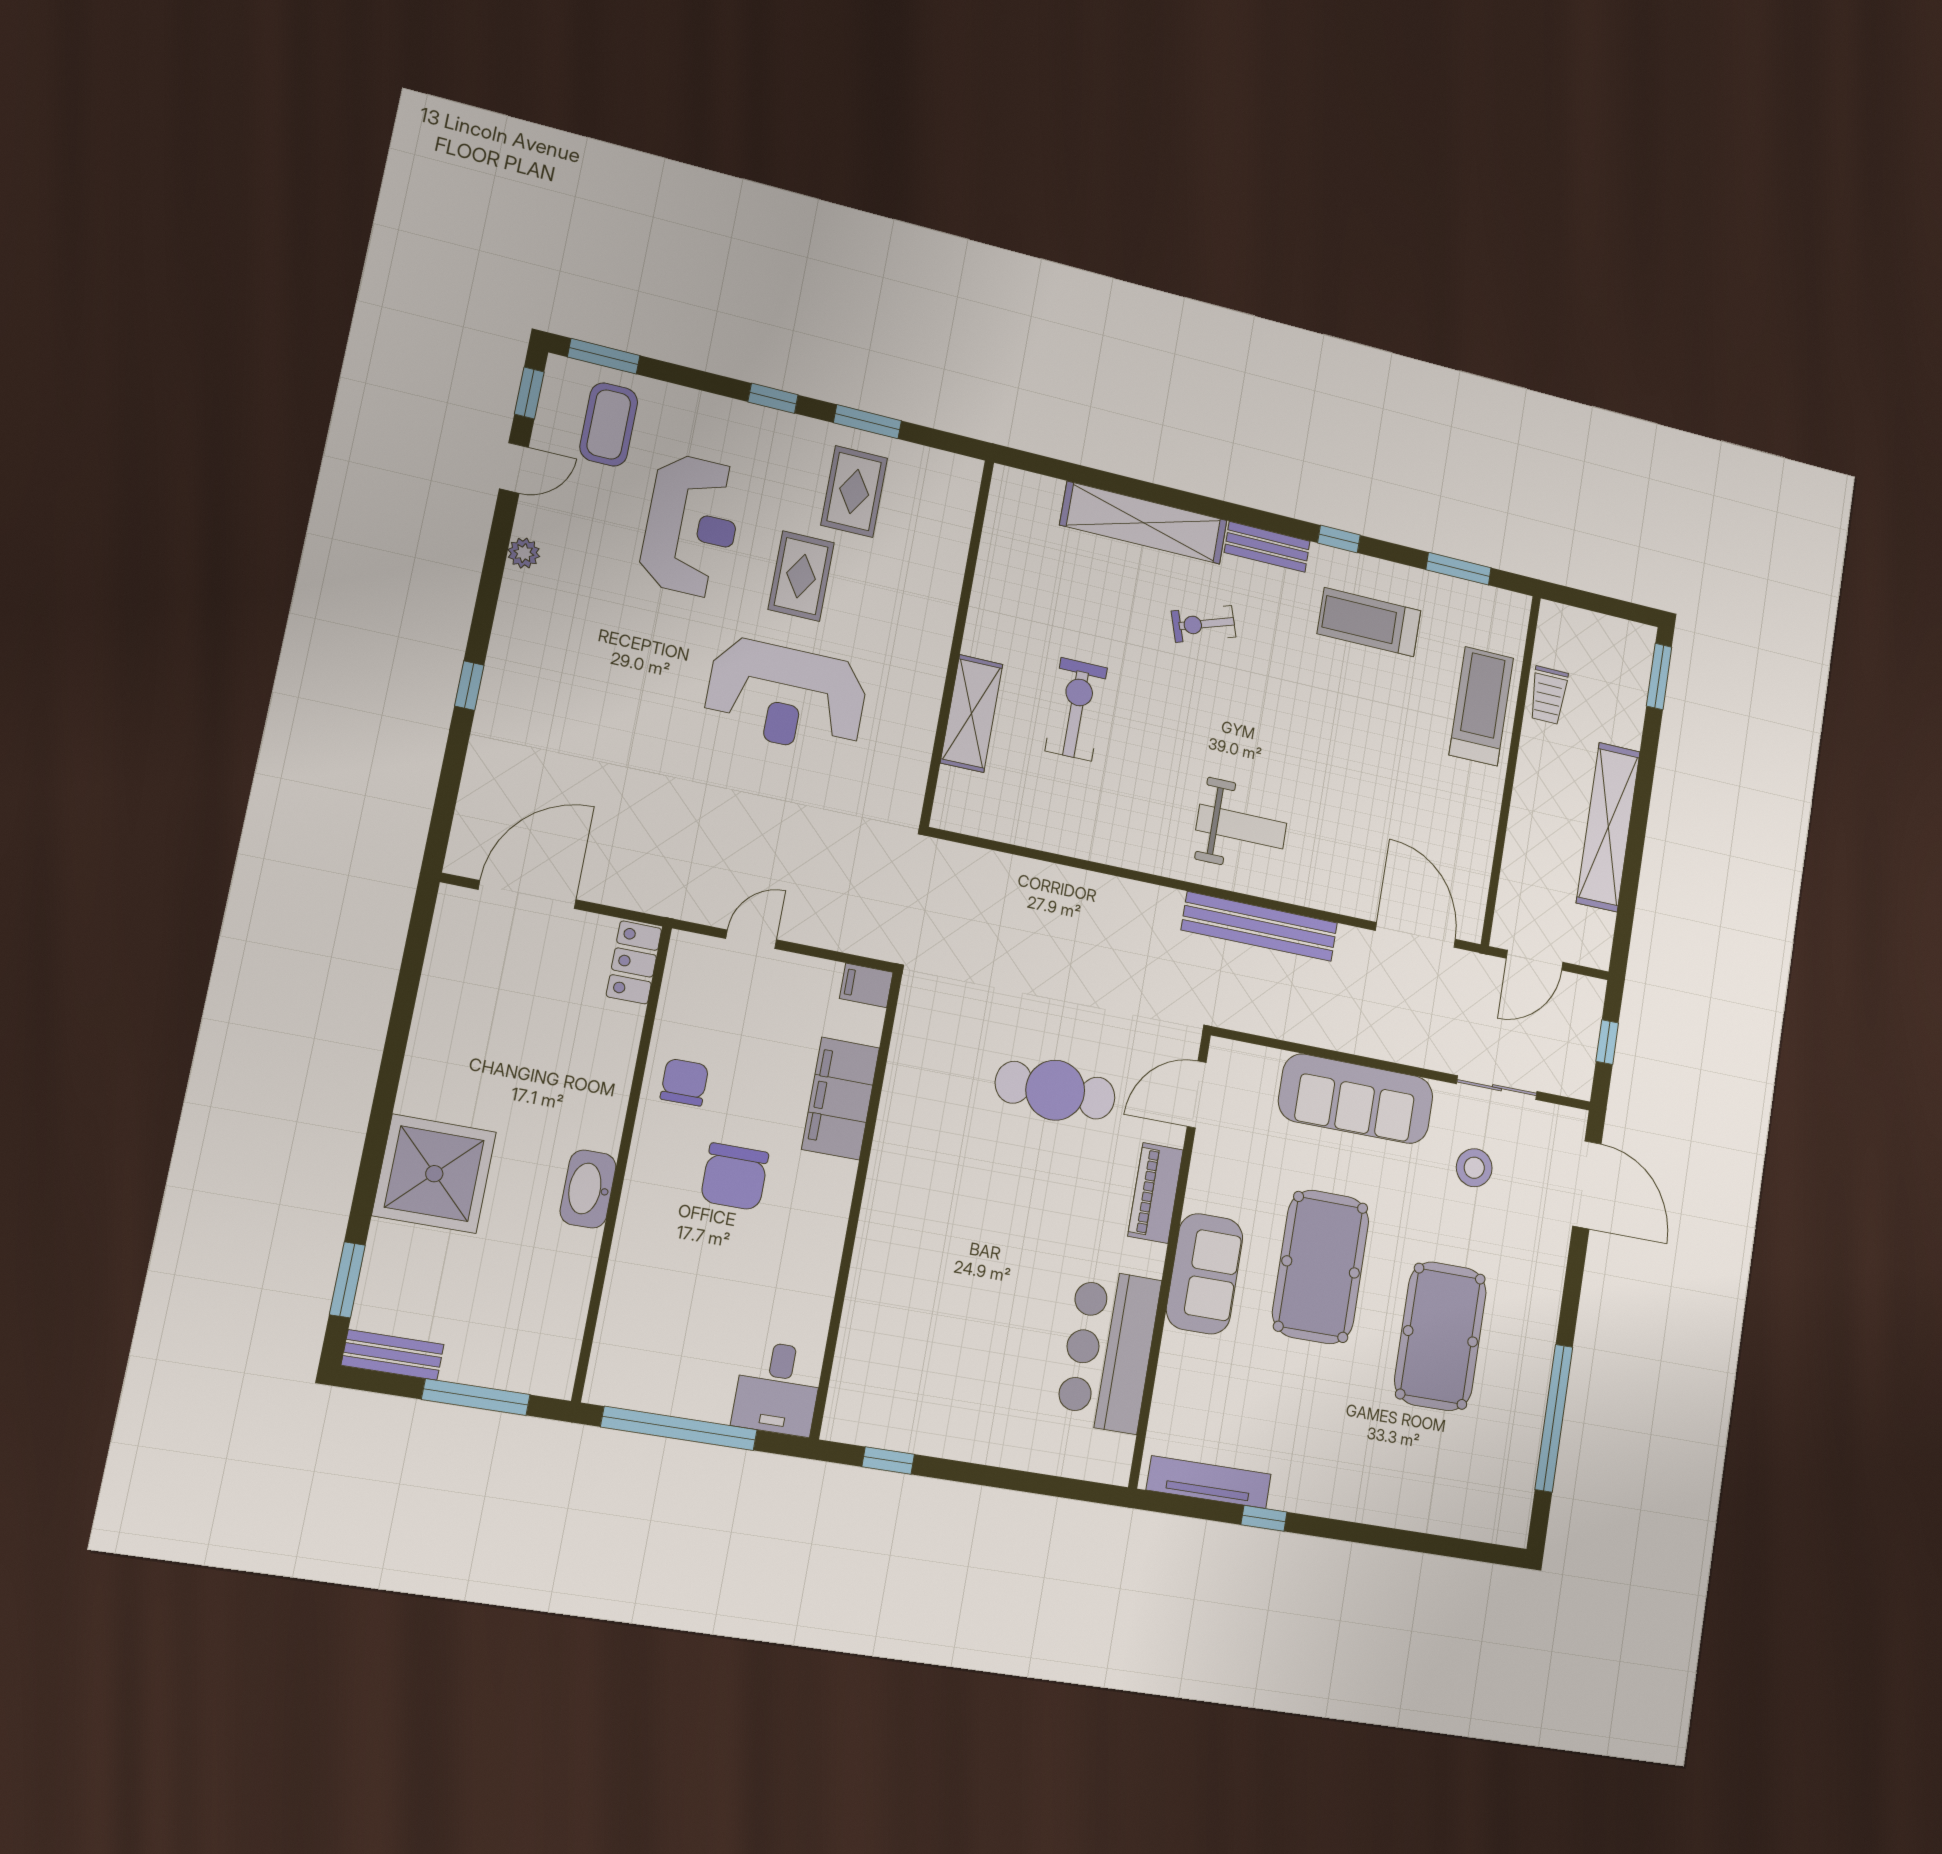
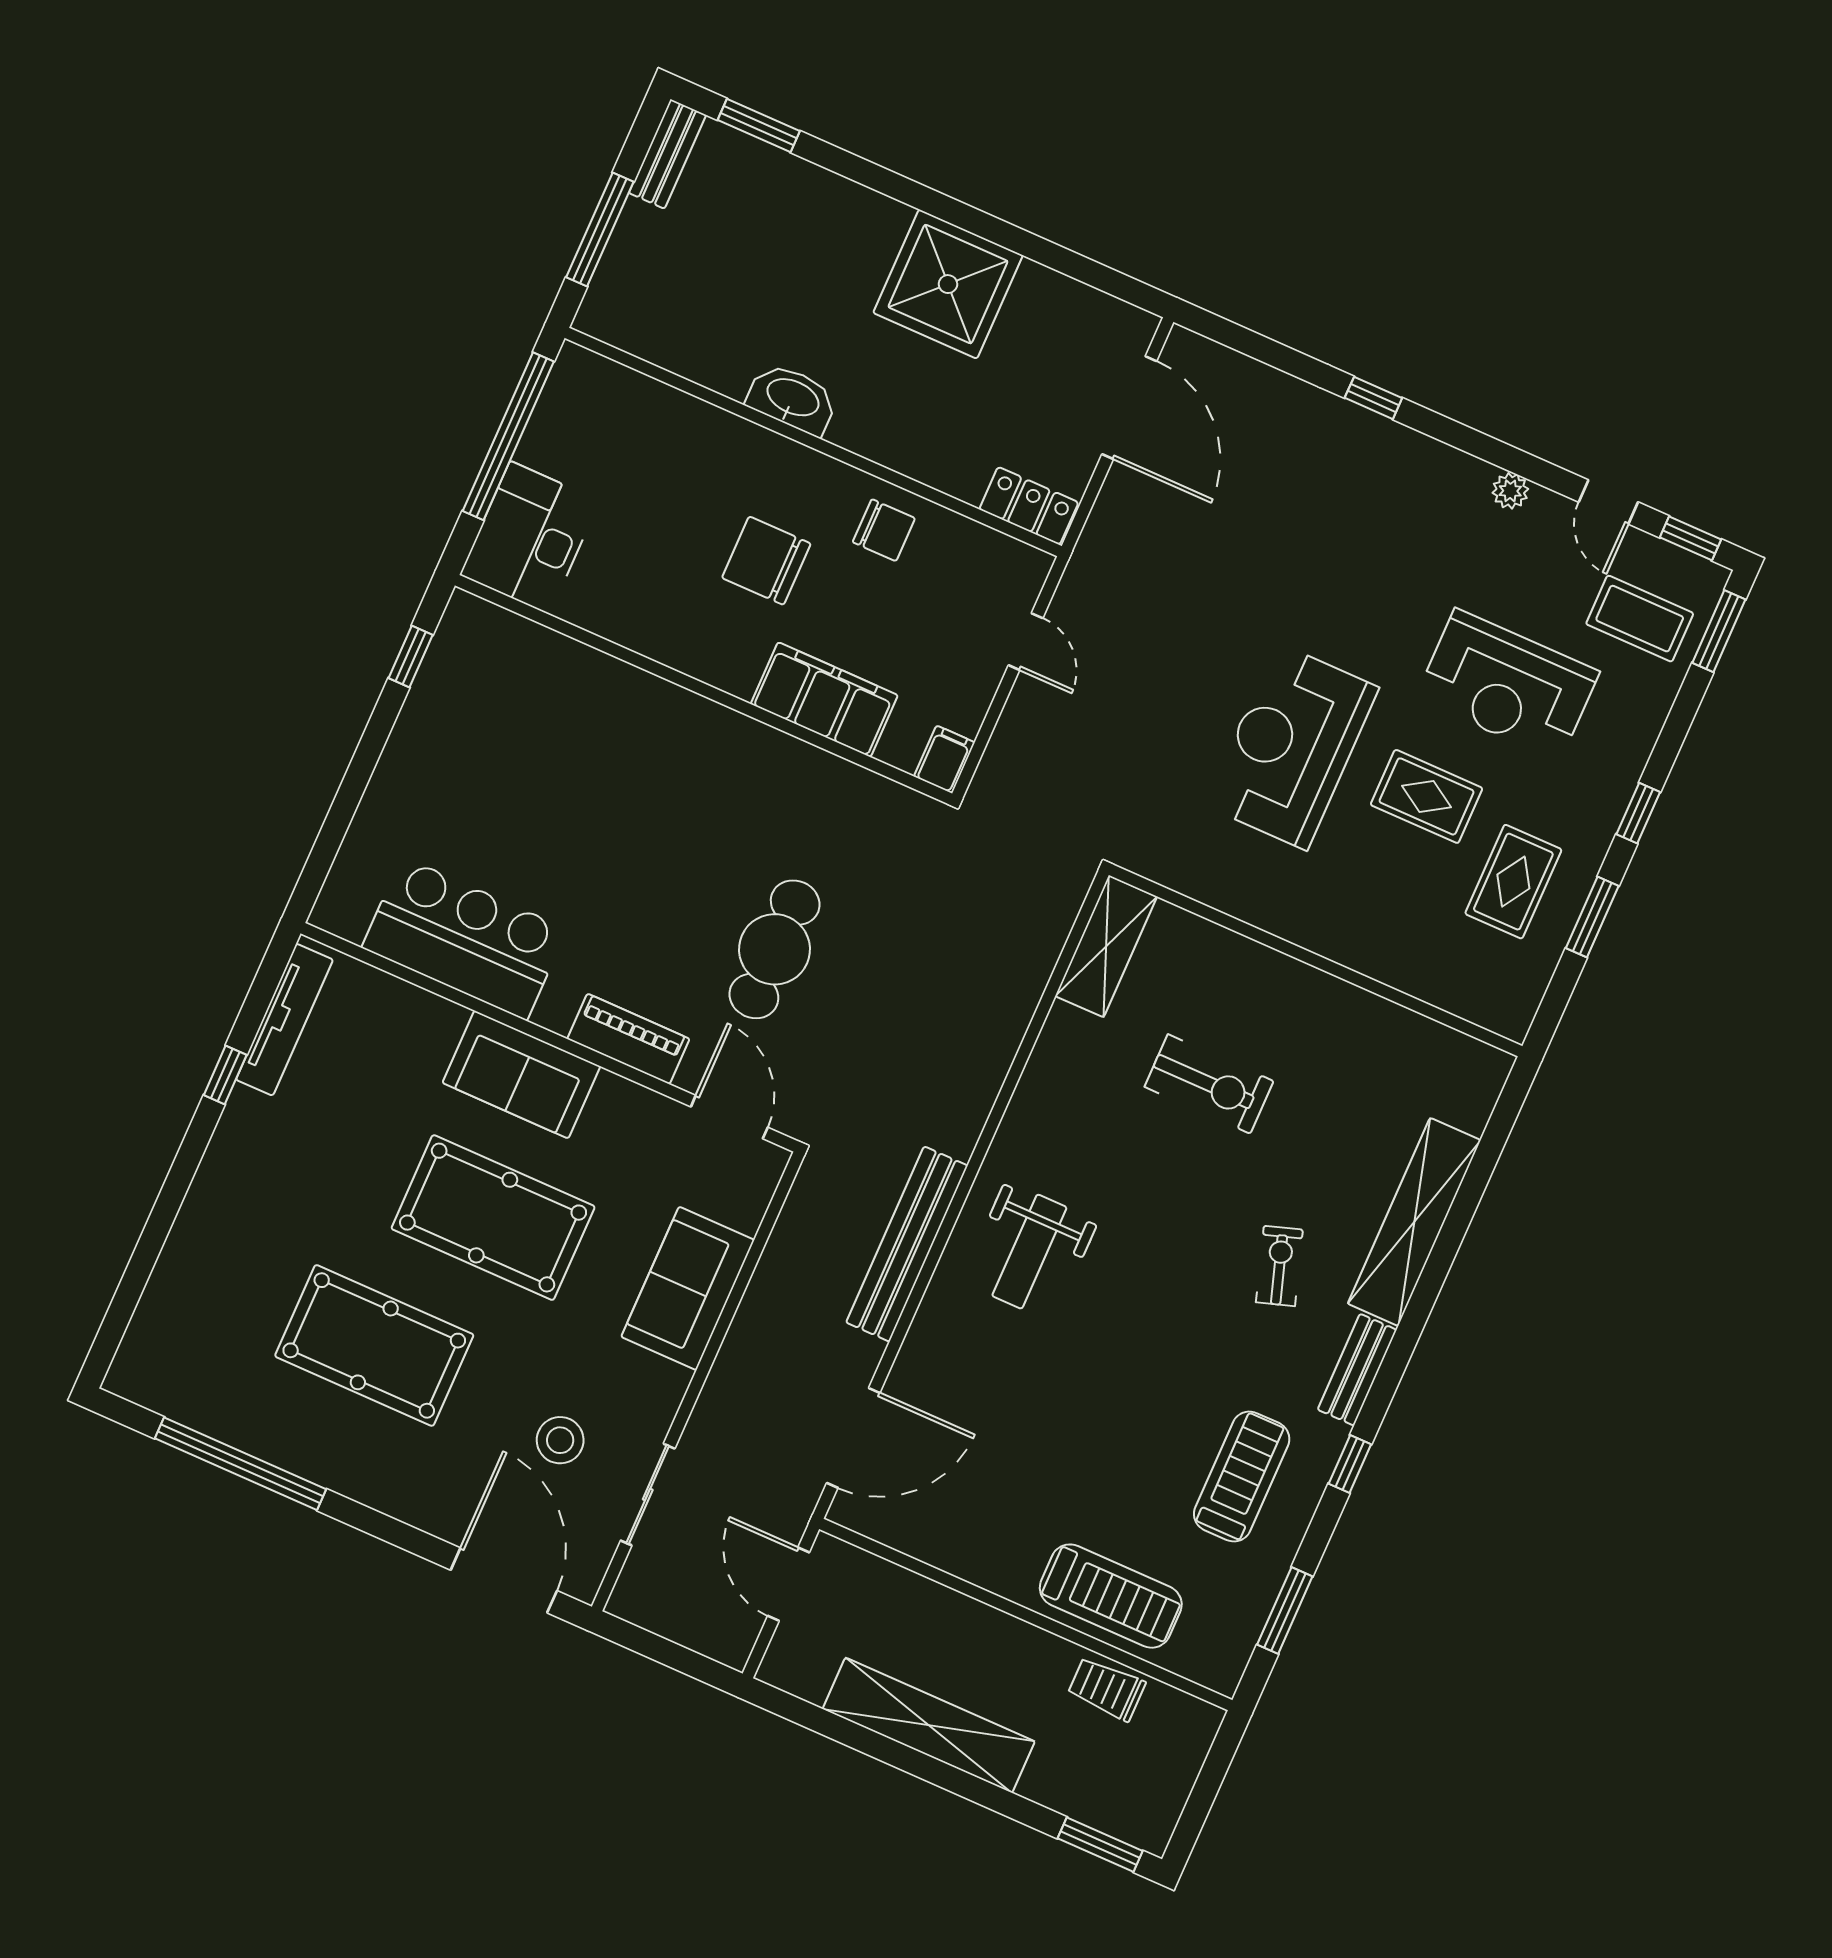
rug: (854, 492) -> (1513, 882), turned 90
shelving: (972, 713) -> (1106, 946), moved, turned 90
window: (1607, 1042) -> (668, 1653), removed
sofa: (1356, 1099) -> (688, 1288), width x0.73
shower: (434, 1174) -> (948, 284), moved
door: (1587, 1185) -> (504, 1580), swing flipped
desk: (778, 1388) -> (530, 538), width x1.37

